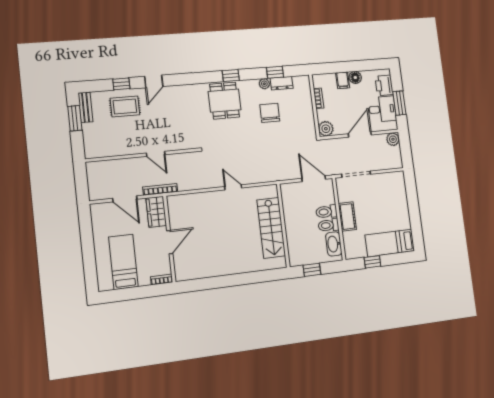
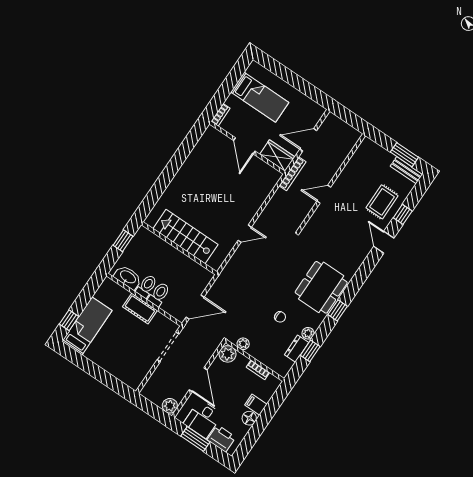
dining table: (225, 101) -> (321, 287), width x1.38
chair: (270, 113) -> (280, 317), width x0.54, depth x0.54
plant: (310, 124) -> (243, 344), added
window: (372, 262) -> (69, 320), moved

